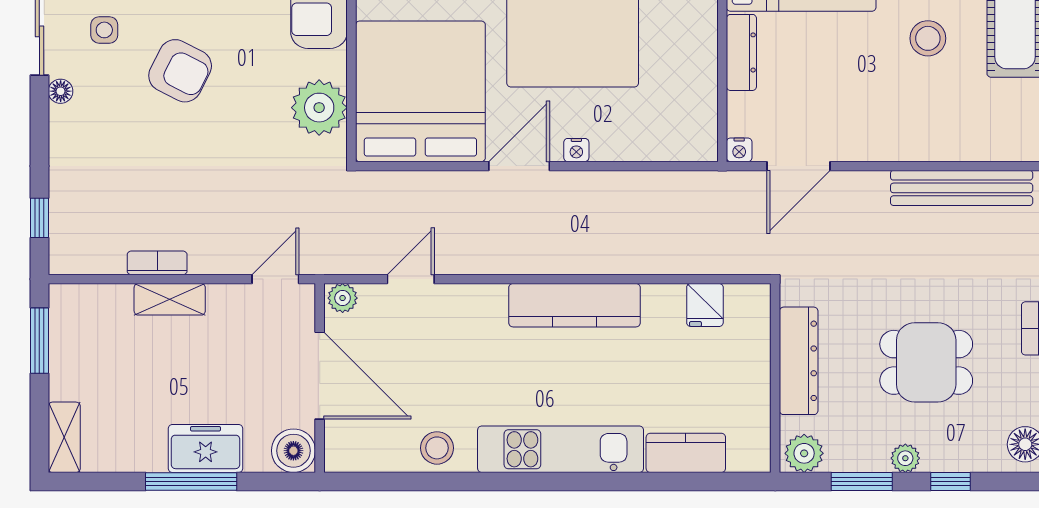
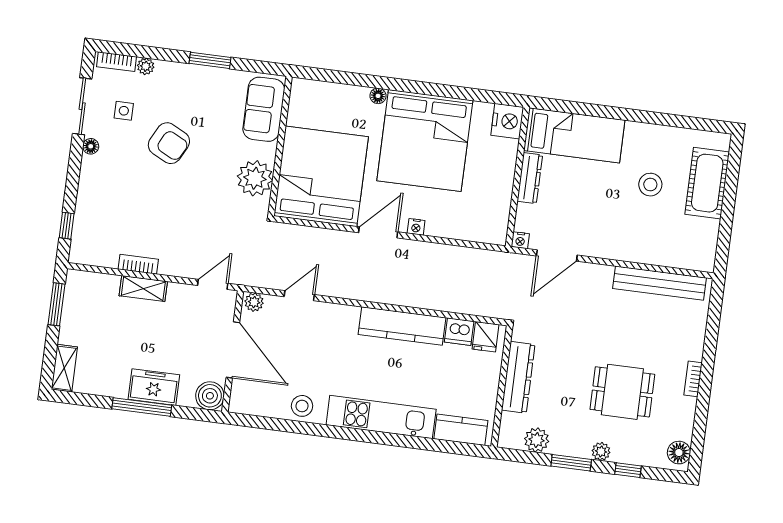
dishwasher: (663, 302) -> (459, 332), added
dresser: (799, 361) -> (518, 377), moved
wall: (775, 378) -> (502, 386), moved

